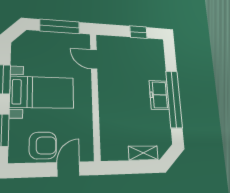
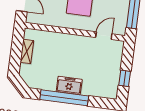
shelving: (143, 153) -> (27, 51), moved

